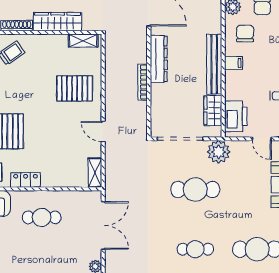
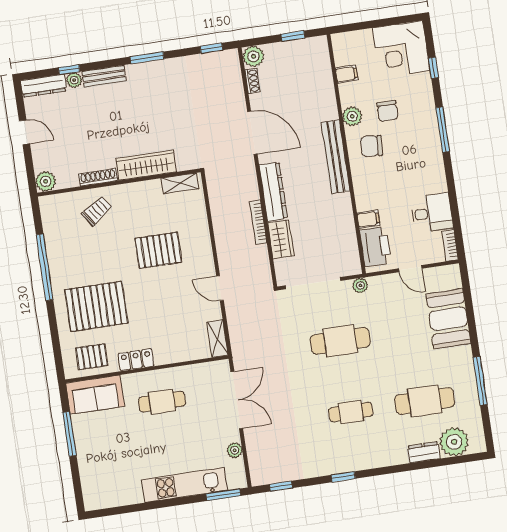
chair: (245, 34) -> (372, 146), turned -85
filing cabinet: (233, 63) -> (369, 219), moved
bench: (214, 64) -> (336, 157), moved
pallet: (75, 88) -> (158, 250), moved
wardrobe: (213, 111) -> (281, 239), moved, turned 180
plant: (219, 152) -> (360, 285), width x0.53, depth x0.53

